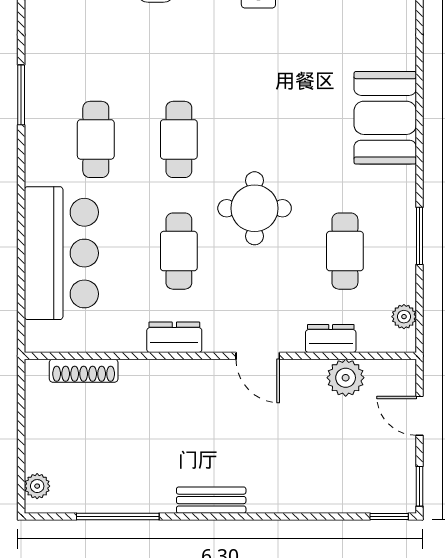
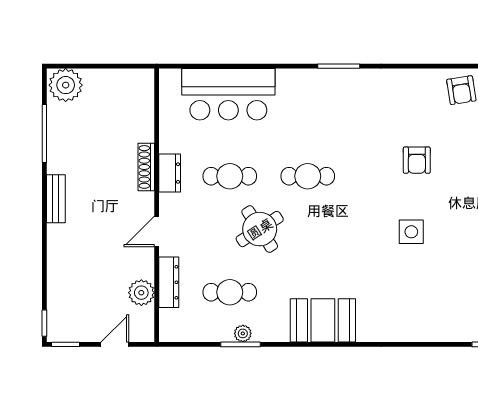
cafe table: (96, 139) -> (308, 118), removed
round table: (255, 208) -> (260, 229), turned -33
plant: (404, 317) -> (243, 333), moved
dresser: (331, 338) -> (169, 282), width x1.44
shoe rack: (84, 371) -> (146, 167), moved
plant: (37, 486) -> (66, 85), width x1.88, depth x1.88

